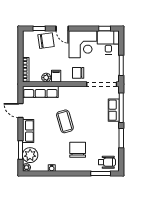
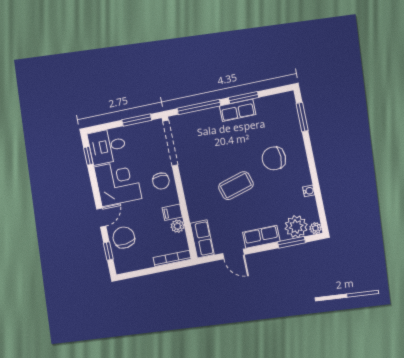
row of seats: (40, 92) -> (202, 239), width x0.68
row of seats: (114, 110) -> (238, 110), moved
door: (20, 111) -> (233, 254), hinge flipped
wheelchair: (107, 162) -> (283, 111), removed

